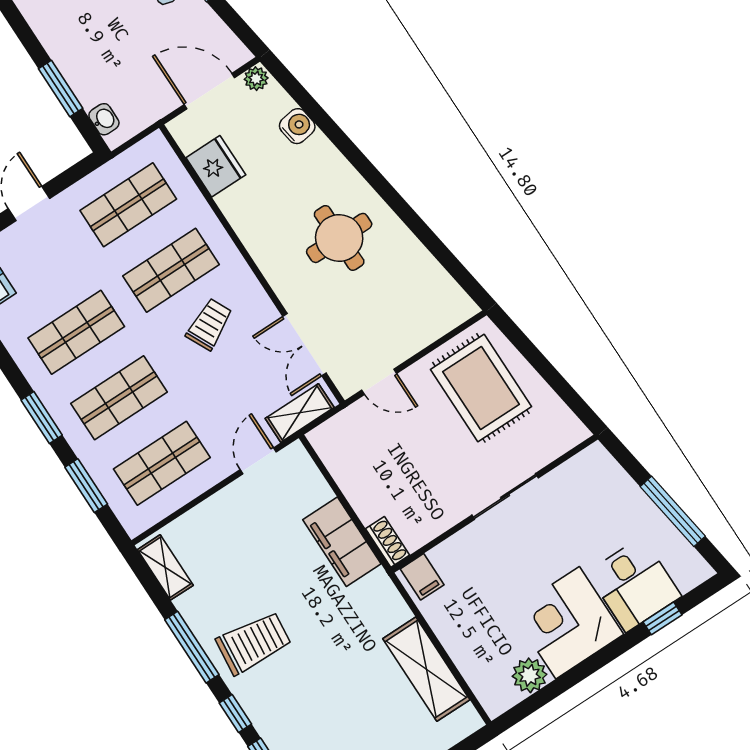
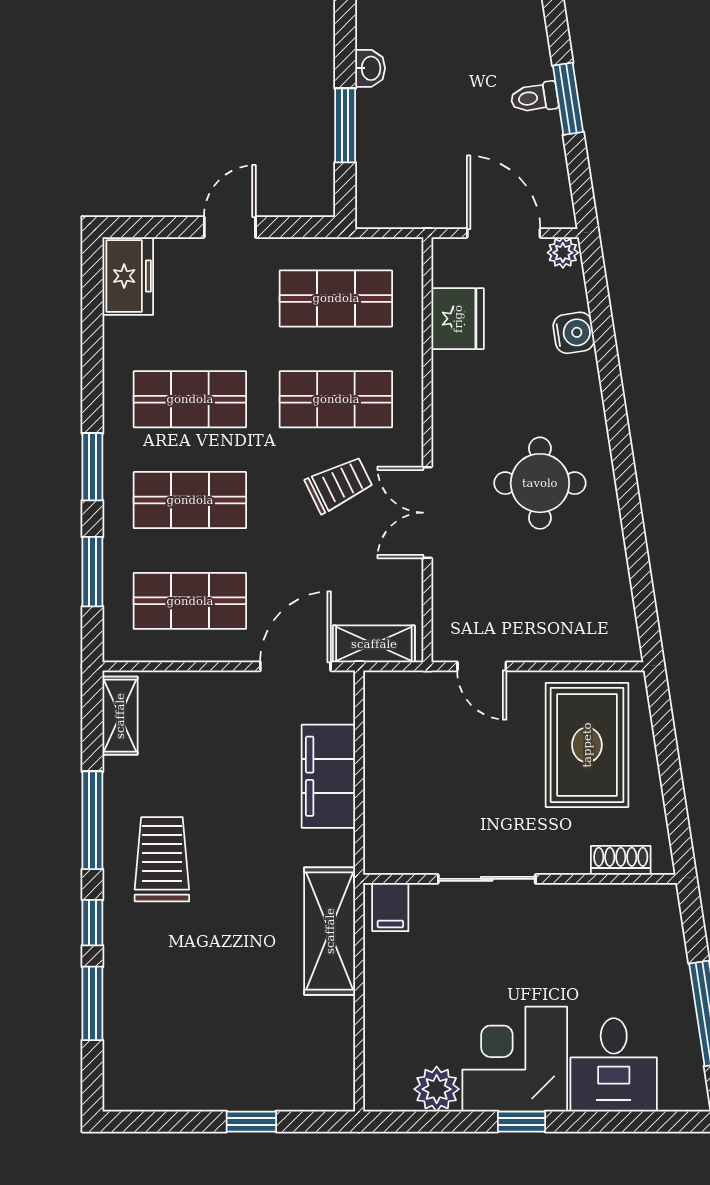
washbasin: (104, 119) -> (370, 68), moved
double door: (305, 345) -> (427, 513), moved
door: (258, 461) -> (295, 666), width x1.38
sliding door: (505, 496) -> (487, 879), moved
filing cabinet: (342, 542) -> (328, 776), moved
shoe rack: (388, 542) -> (621, 860), moved, turned -90
window: (663, 618) -> (521, 1122), moved
trolley: (254, 643) -> (162, 859), turned -96
shelving: (426, 669) -> (330, 931), moved

